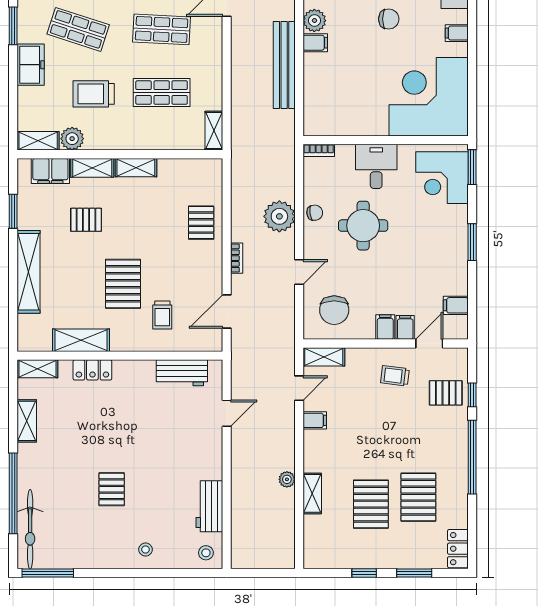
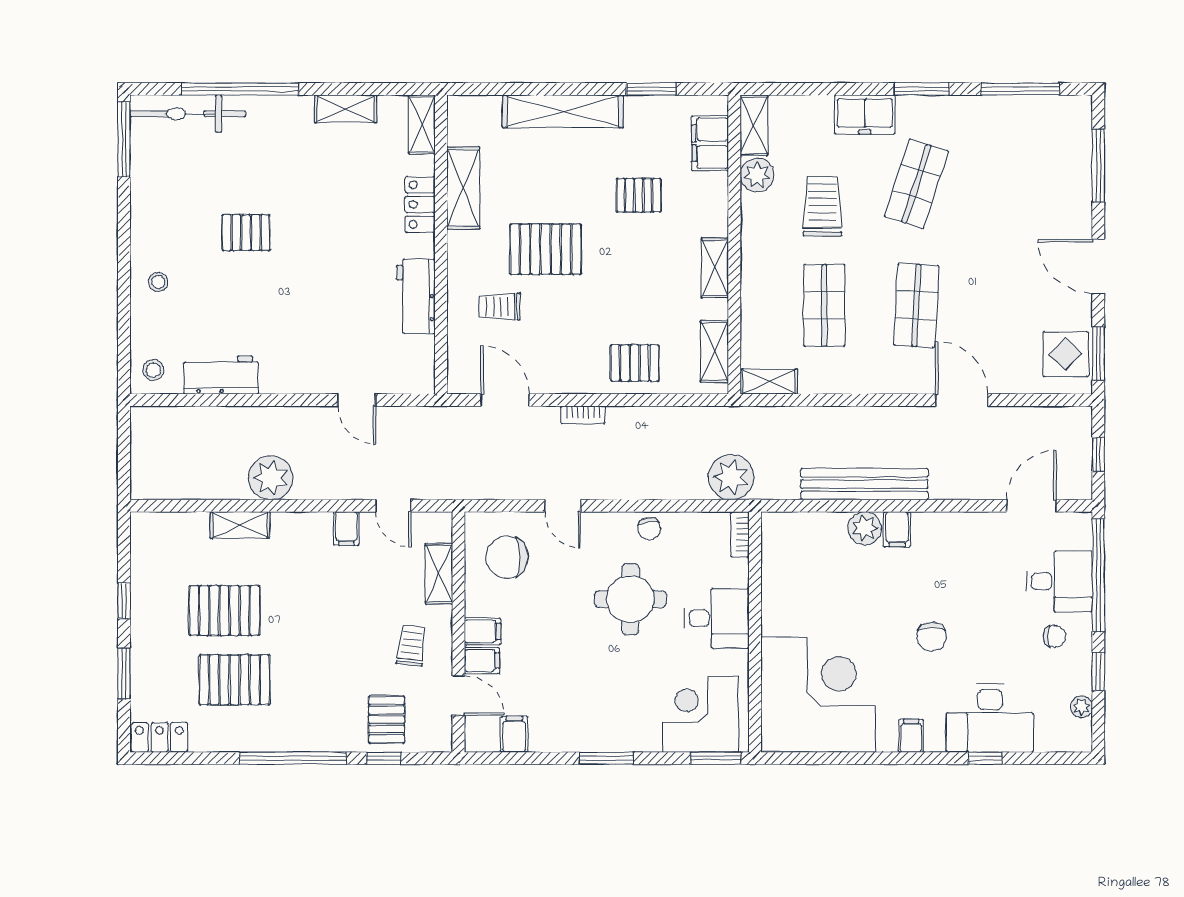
plant: (314, 21) -> (865, 528), moved
shelving: (92, 168) -> (714, 351), moved
plant: (279, 216) -> (731, 477), moved
pallet: (86, 220) -> (639, 195), turned 90
shelving: (324, 357) -> (439, 574), moved
workbench: (182, 373) -> (416, 296), moved
plant: (287, 479) -> (271, 478), width x1.87, depth x1.87

